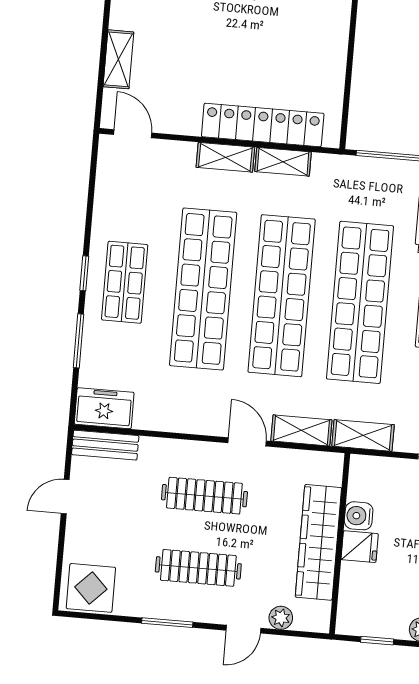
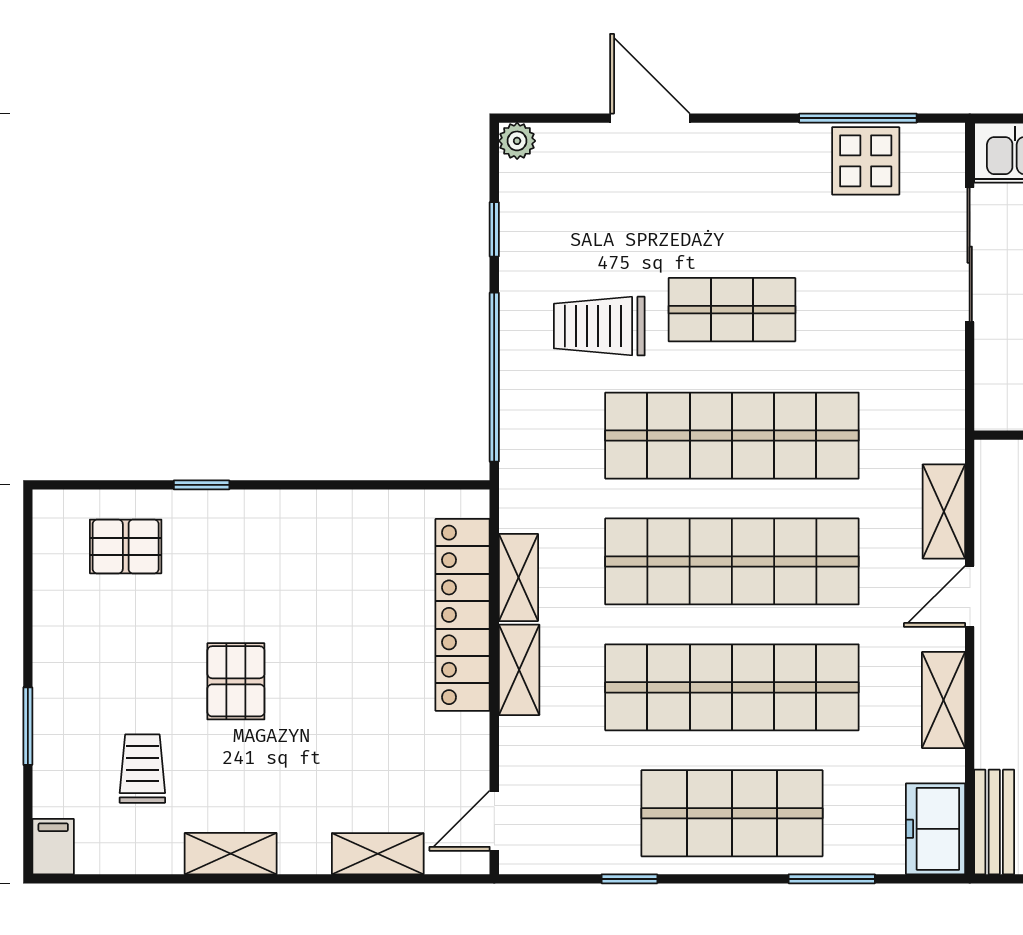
window: (84, 273) -> (629, 879), moved
shop shelf: (125, 282) -> (732, 813), width x1.43, depth x1.36
shelving: (363, 435) -> (944, 700), moved

